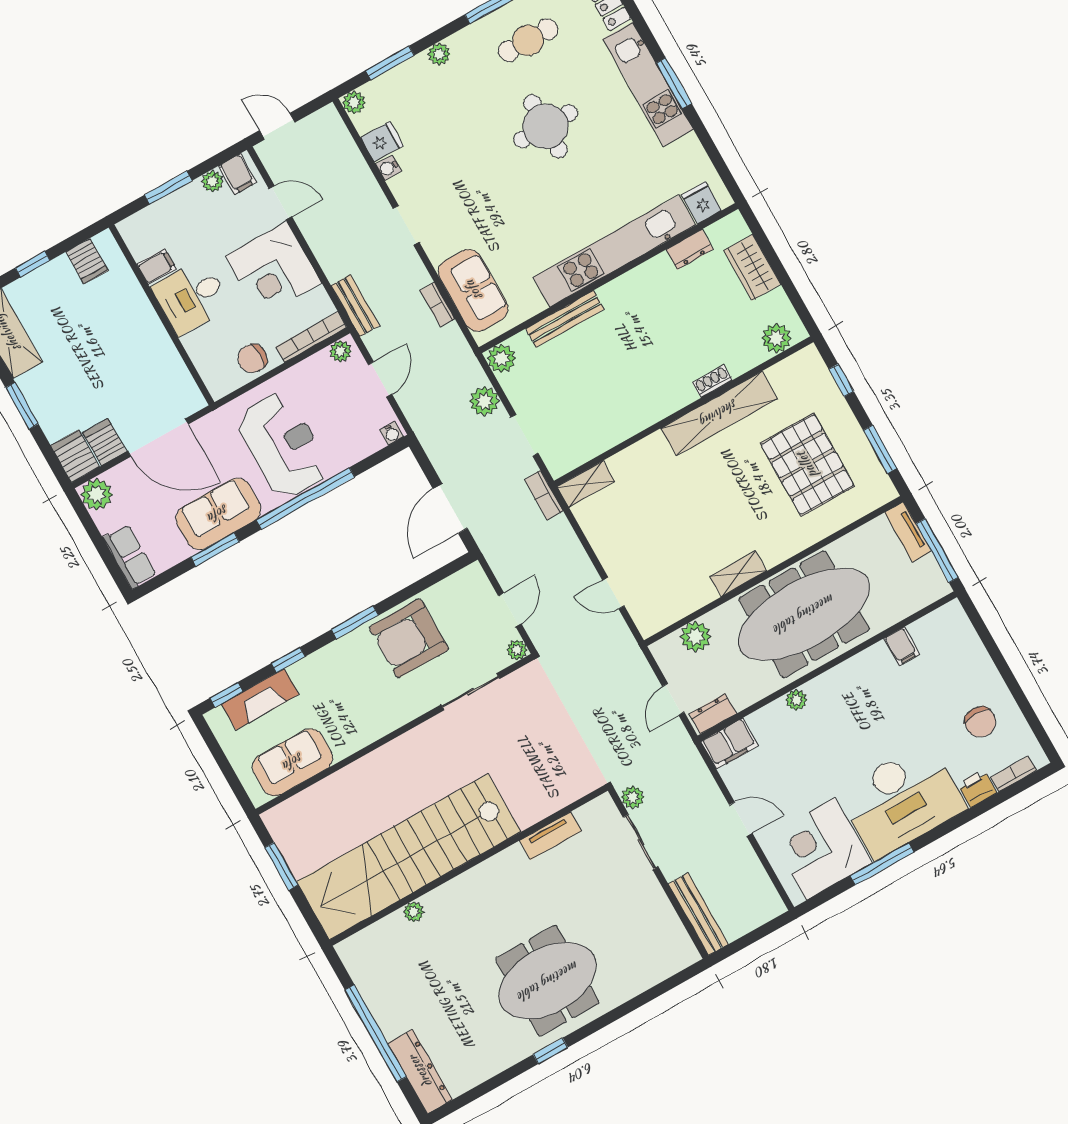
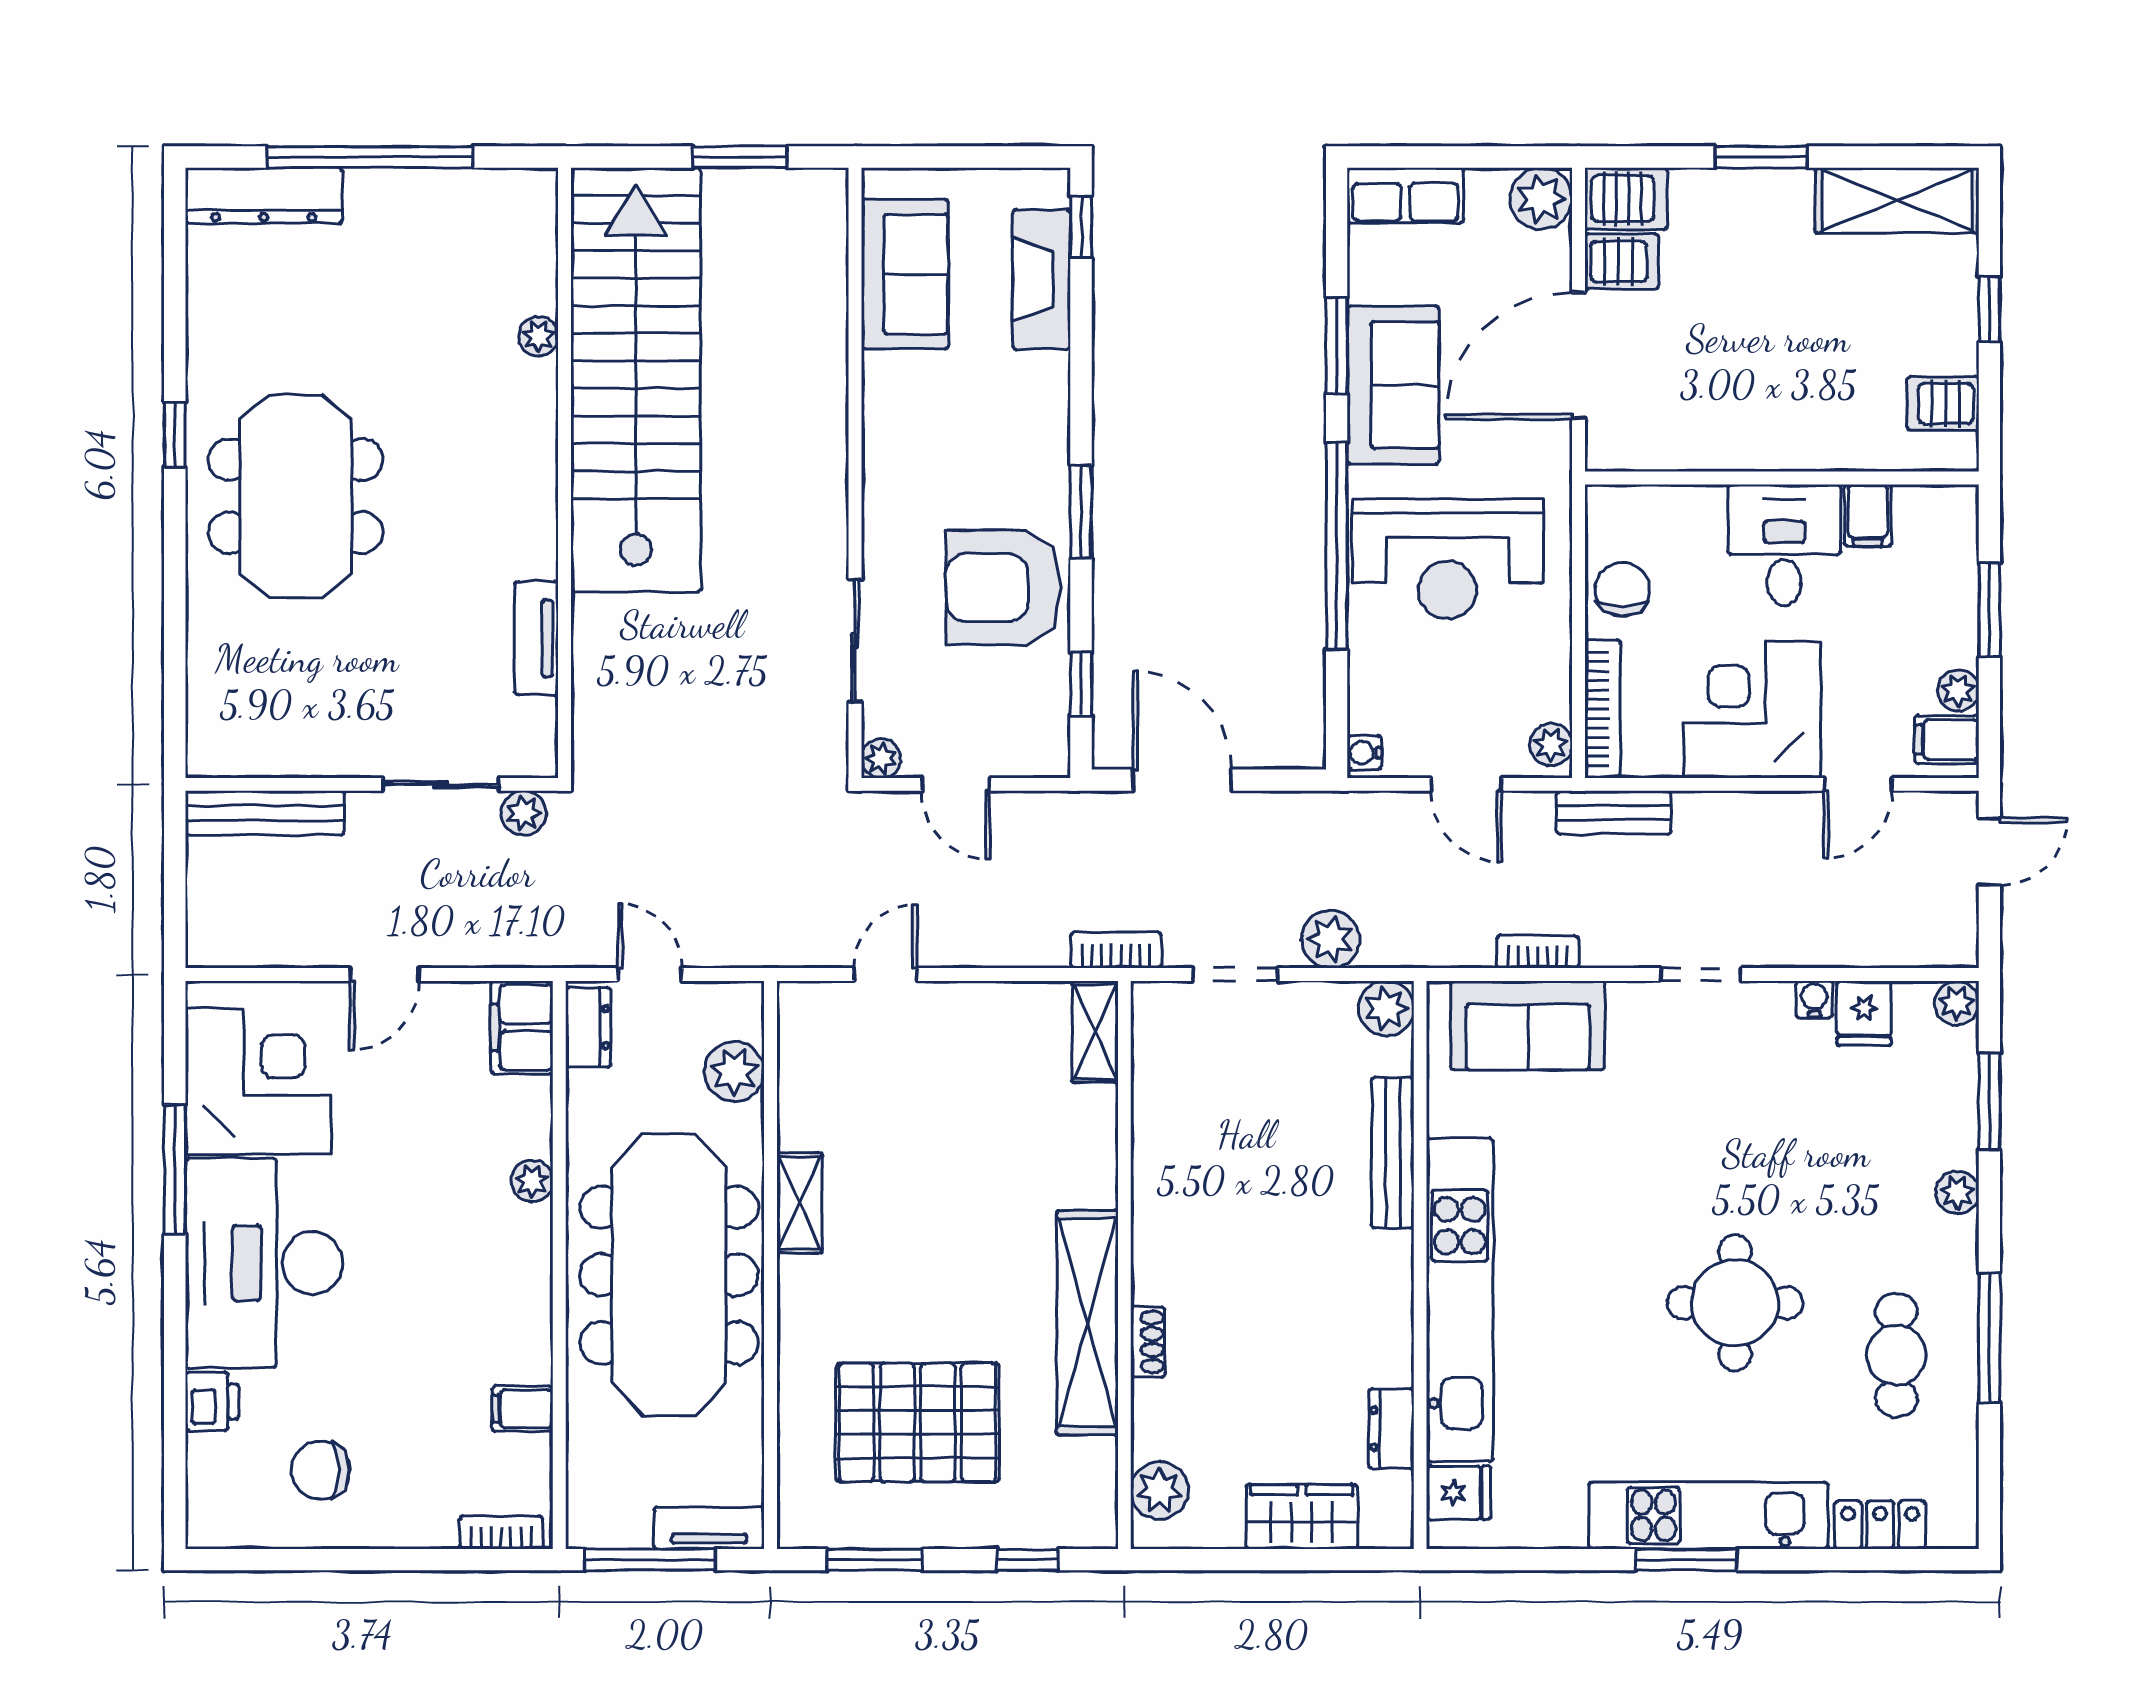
armchair: (409, 638) -> (1003, 588), turned -90
window: (288, 660) -> (1081, 684), moved
bookcase: (1014, 774) -> (501, 1533), moved, turned -90

